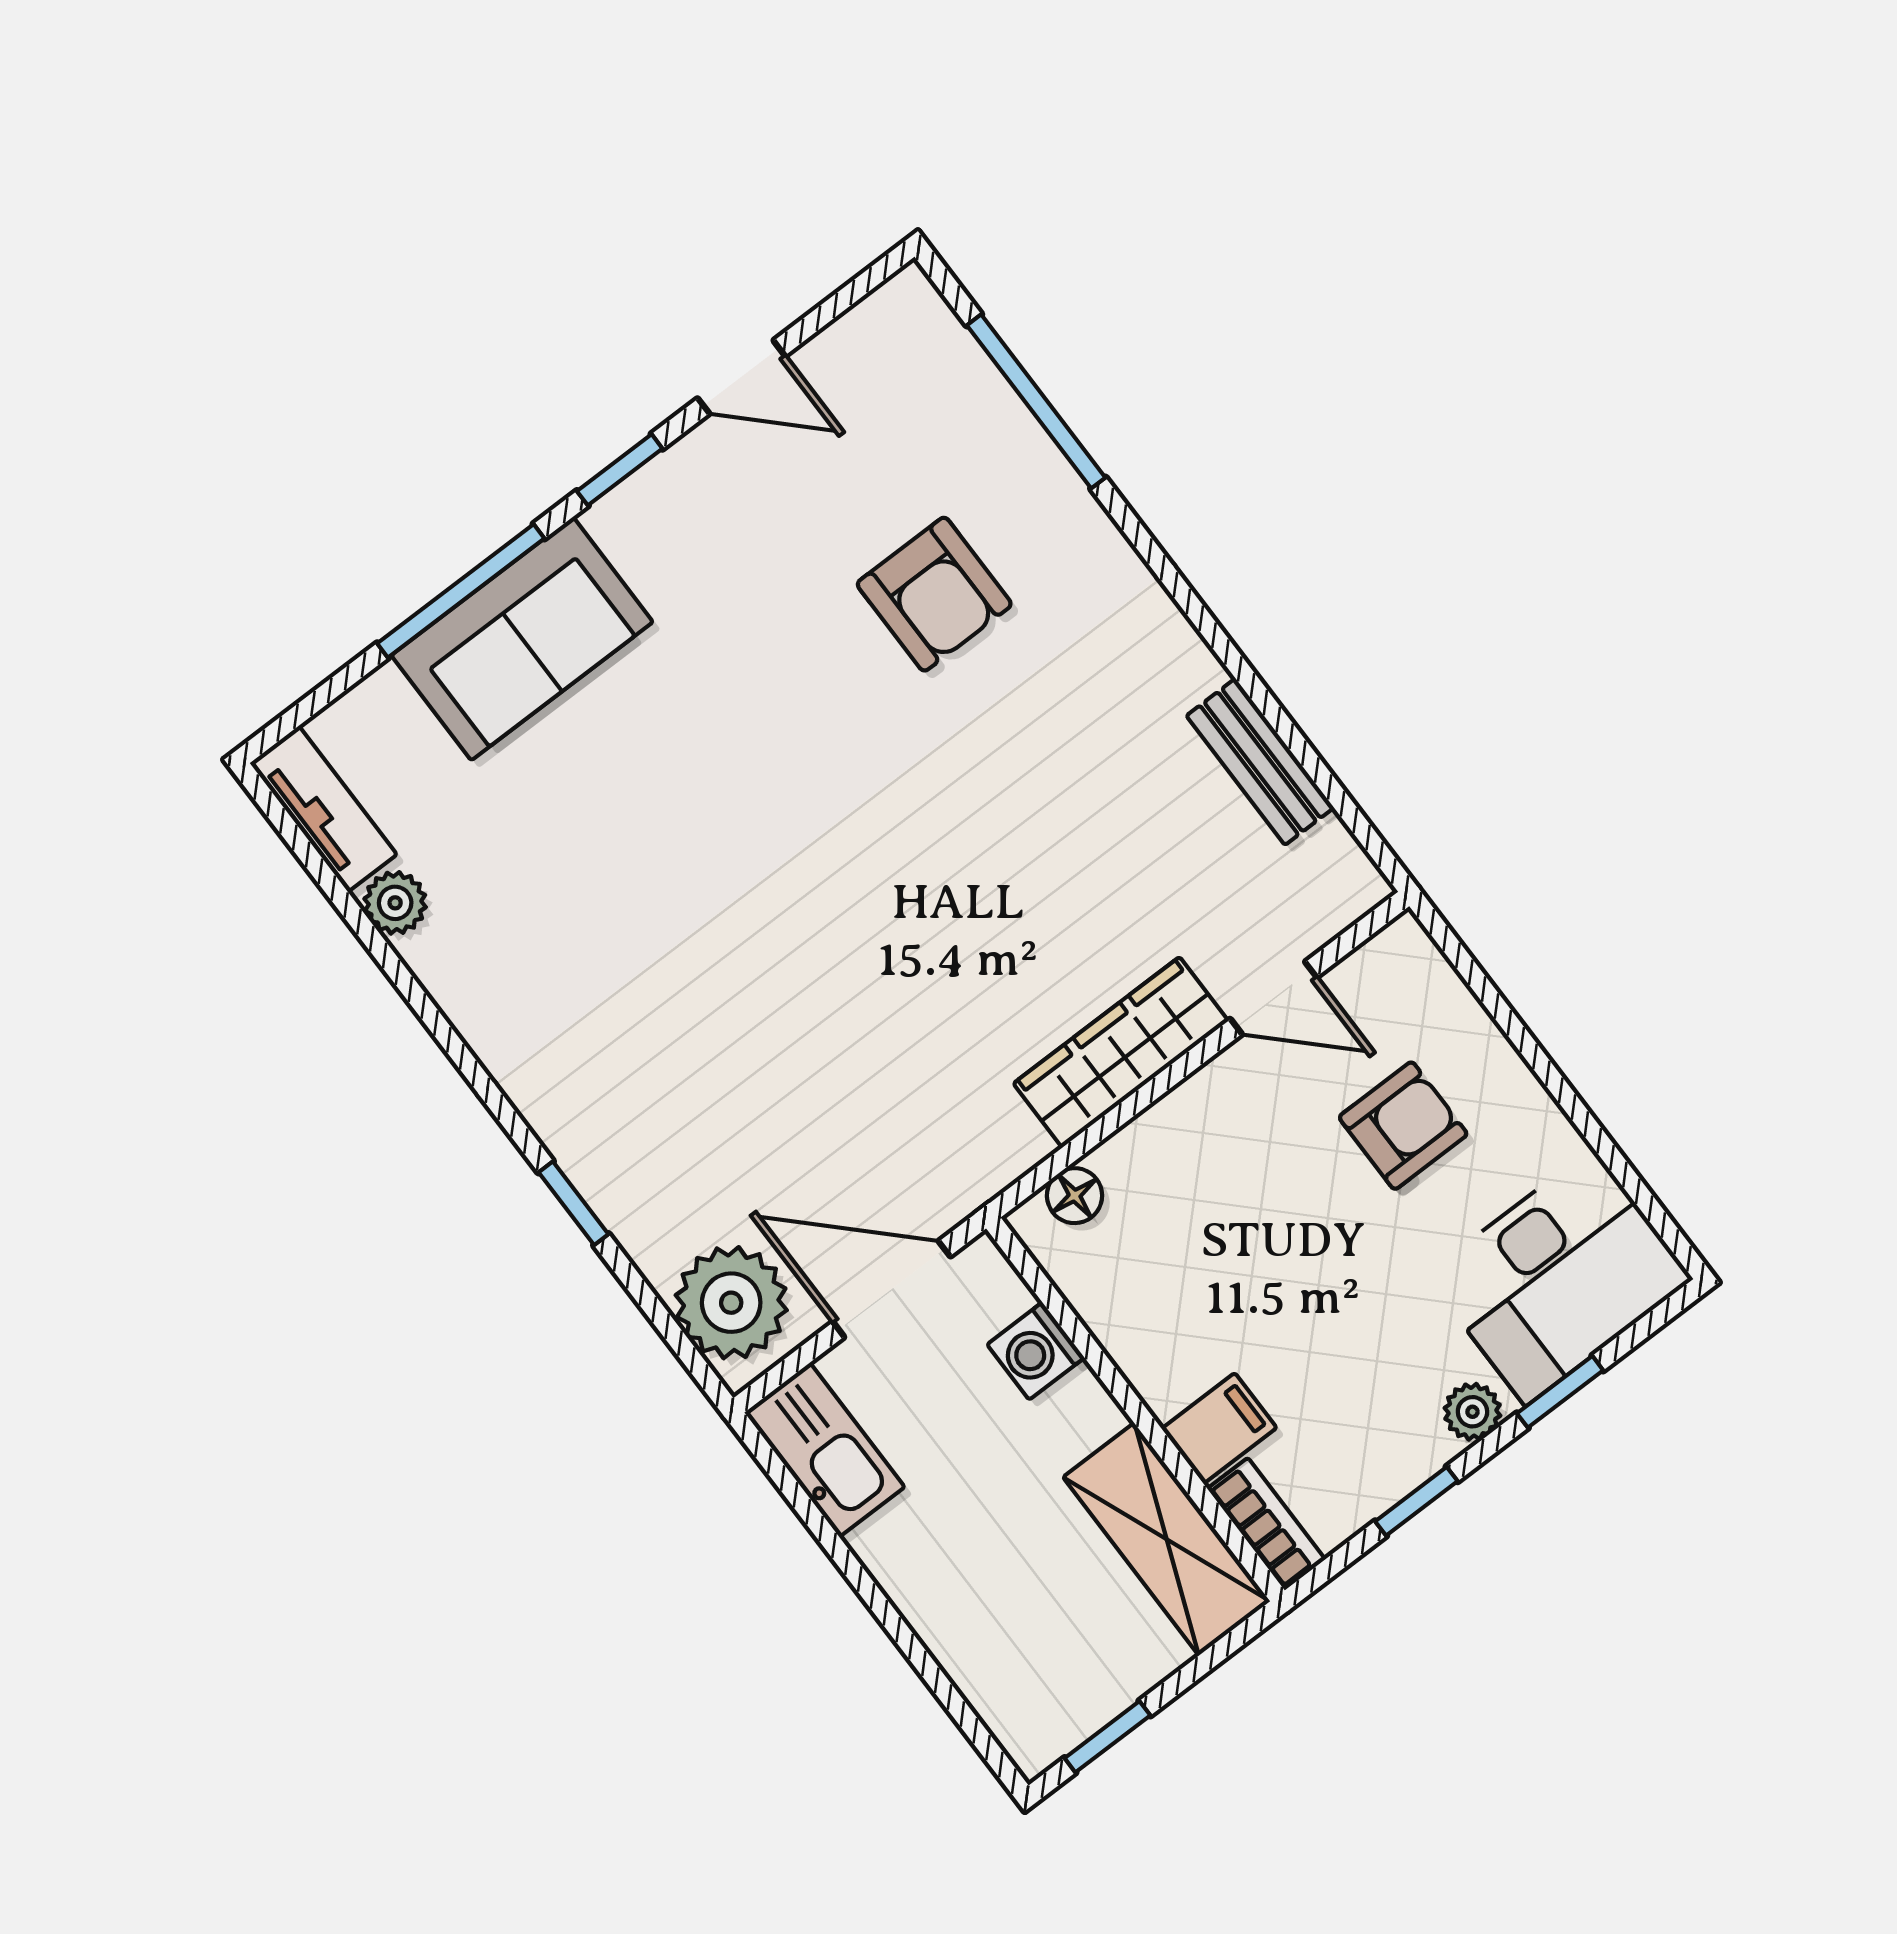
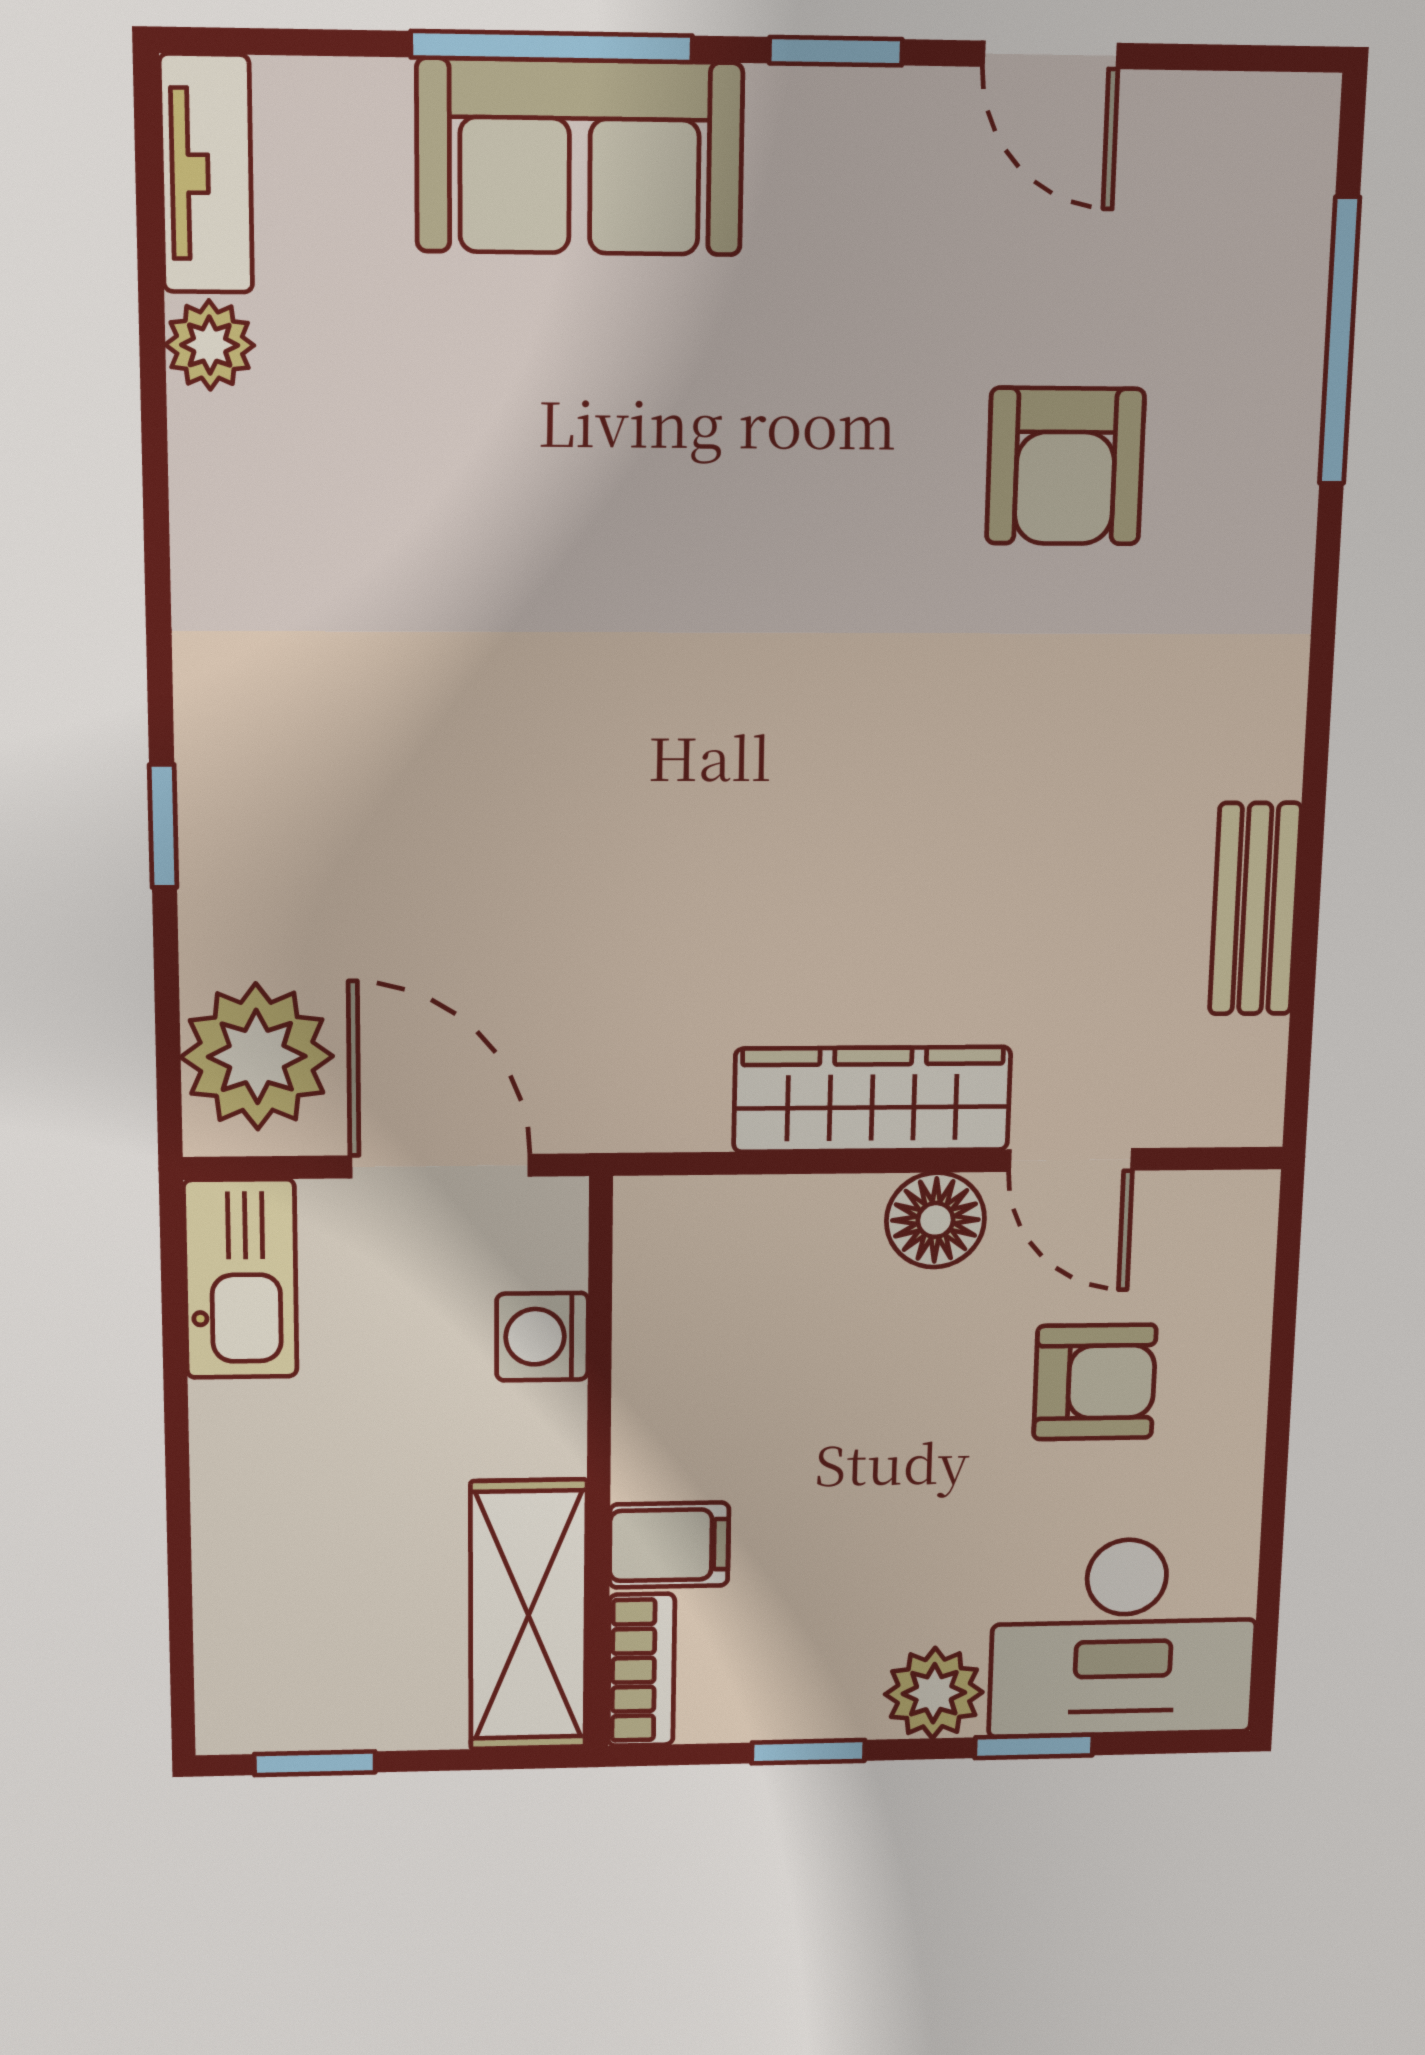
floor lamp: (1075, 1196) -> (935, 1220), moved, width x1.37, depth x1.37
plant: (1472, 1412) -> (934, 1693), width x1.38, depth x1.38

